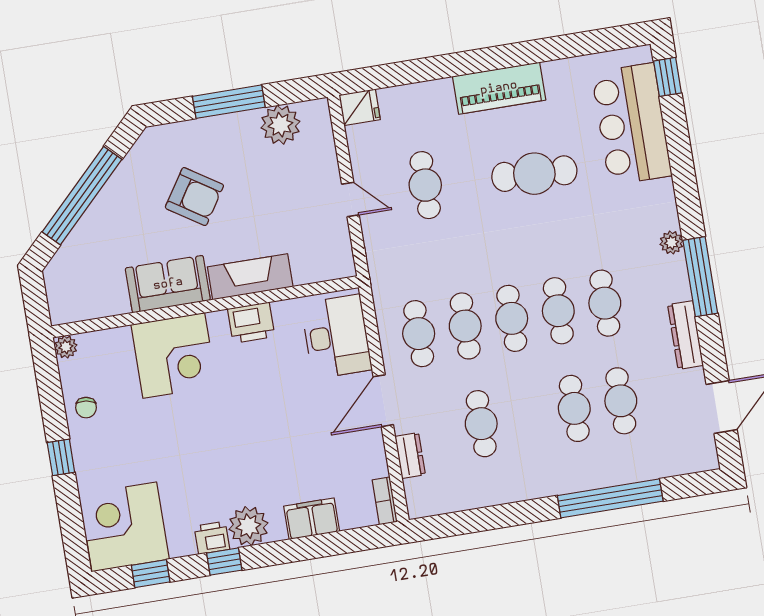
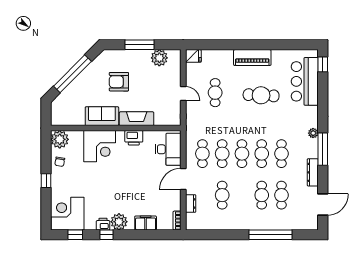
armchair: (194, 197) -> (119, 82), turned 147
plant: (66, 347) -> (60, 139), width x1.87, depth x1.87

